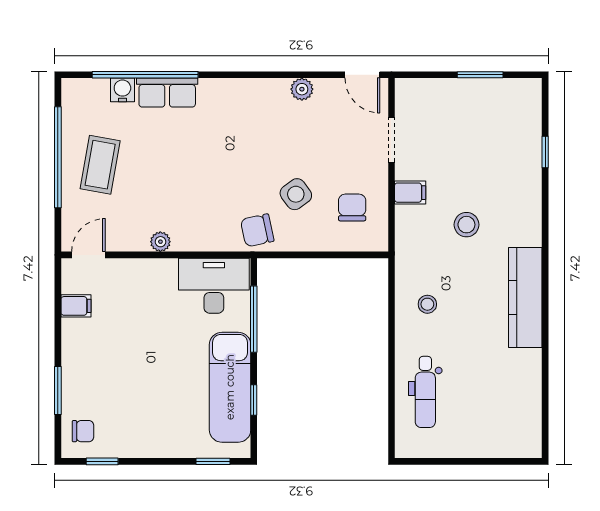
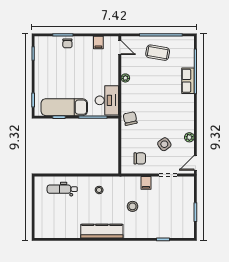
water cooler: (122, 90) -> (189, 62), removed
side table: (296, 194) -> (164, 144), moved
chair: (83, 431) -> (67, 43), moved

